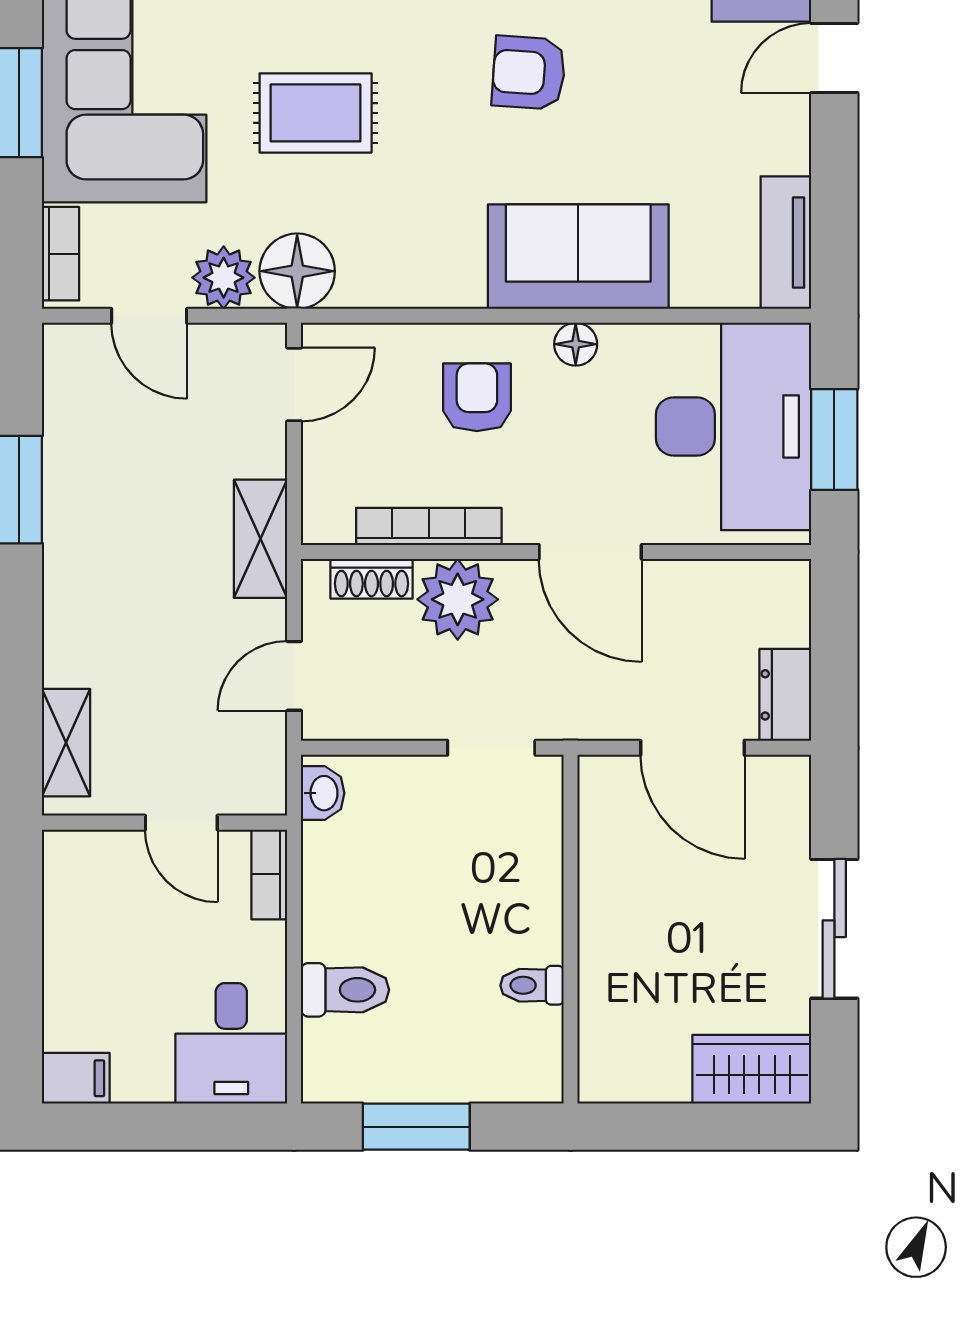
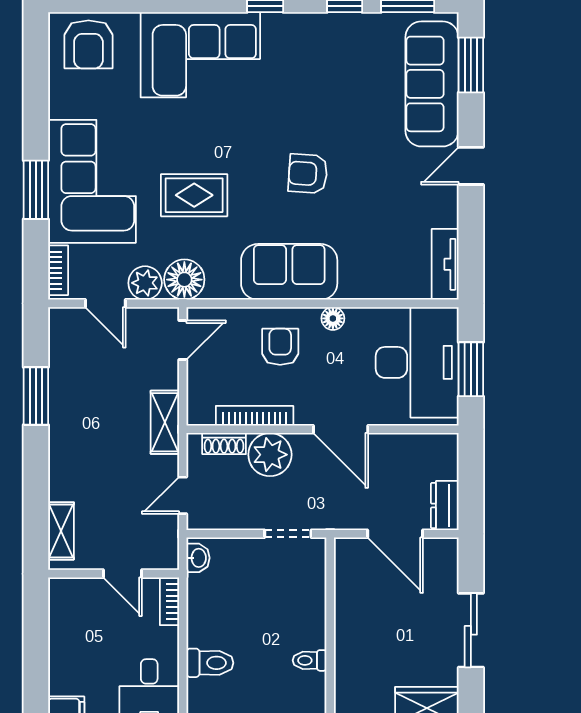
sofa: (578, 257) -> (289, 272), moved

